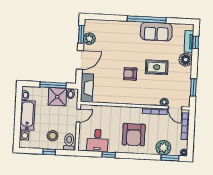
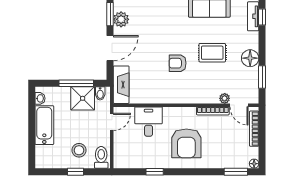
floor lamp: (186, 60) -> (250, 58), moved
washing machine: (24, 135) -> (41, 152), removed
desk: (98, 140) -> (149, 122), moved, turned 180
plant: (163, 148) -> (226, 159), removed

